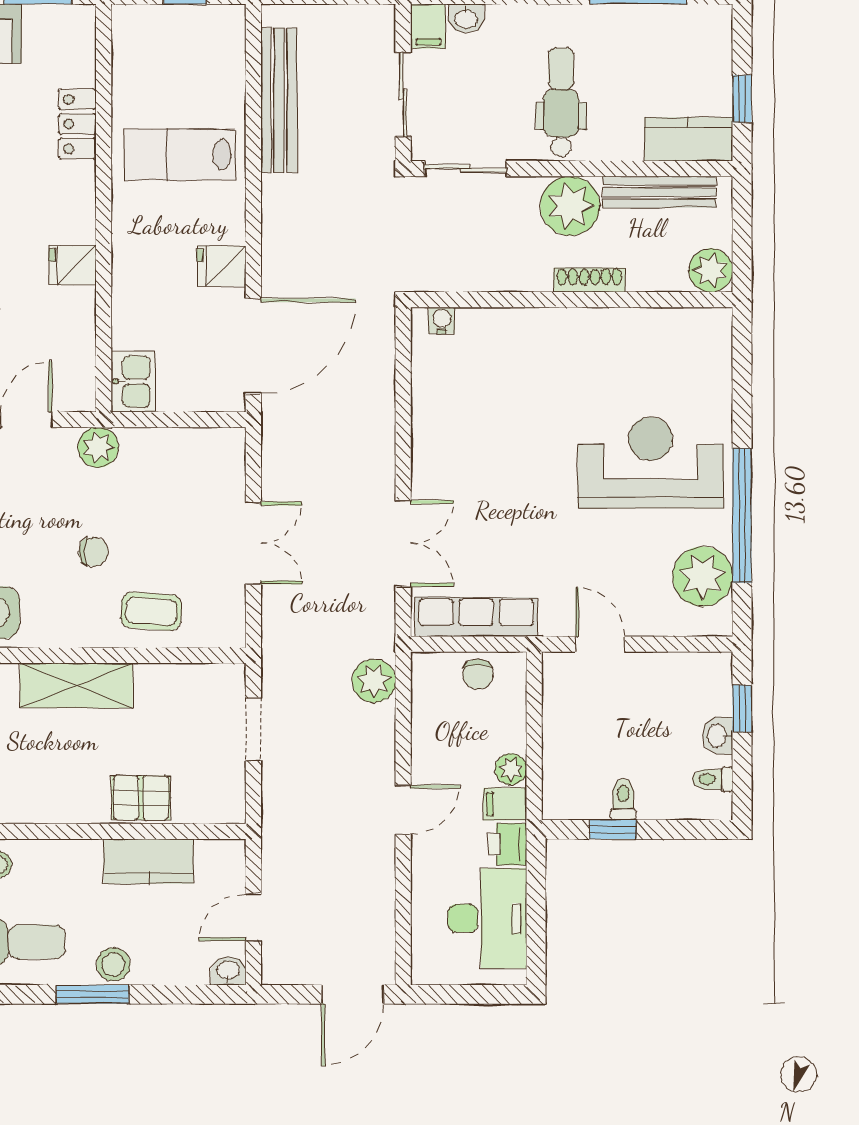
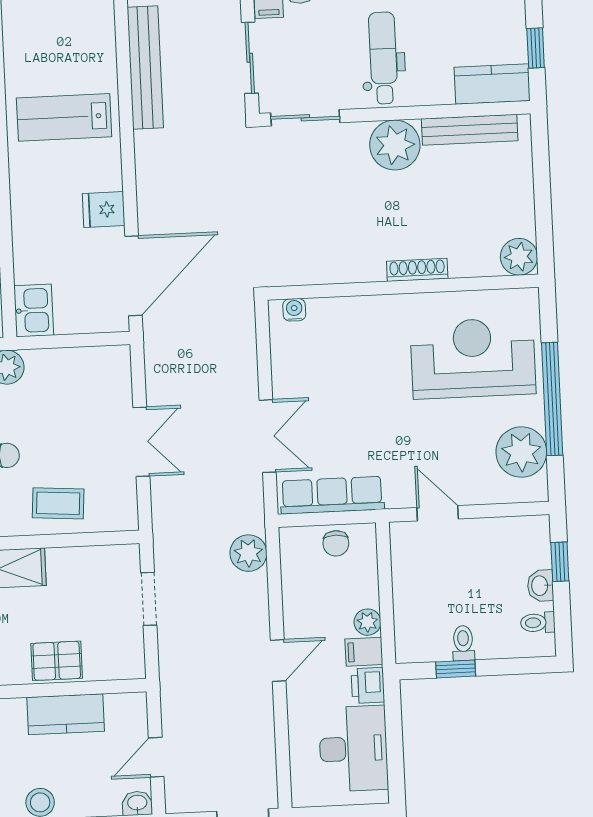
plant: (711, 270) -> (519, 257), moved
shoe rack: (589, 280) -> (417, 270), moved
wall: (572, 300) -> (403, 287), moved
water cooler: (442, 320) -> (294, 310), moved

